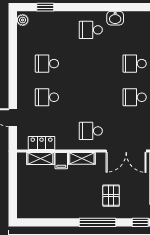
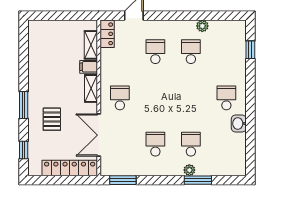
plant: (23, 20) -> (202, 26), moved
locker: (42, 143) -> (107, 34), moved
pallet: (111, 196) -> (52, 119), turned 90
window: (98, 222) -> (24, 105), width x0.69

